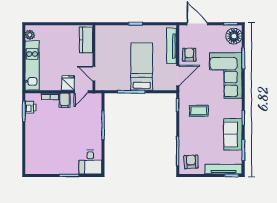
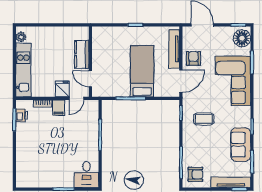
kitchen counter: (86, 40) -> (82, 54), moved
armchair: (191, 162) -> (195, 174), turned 93

